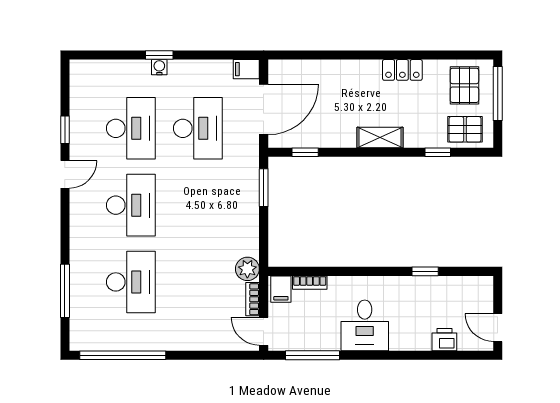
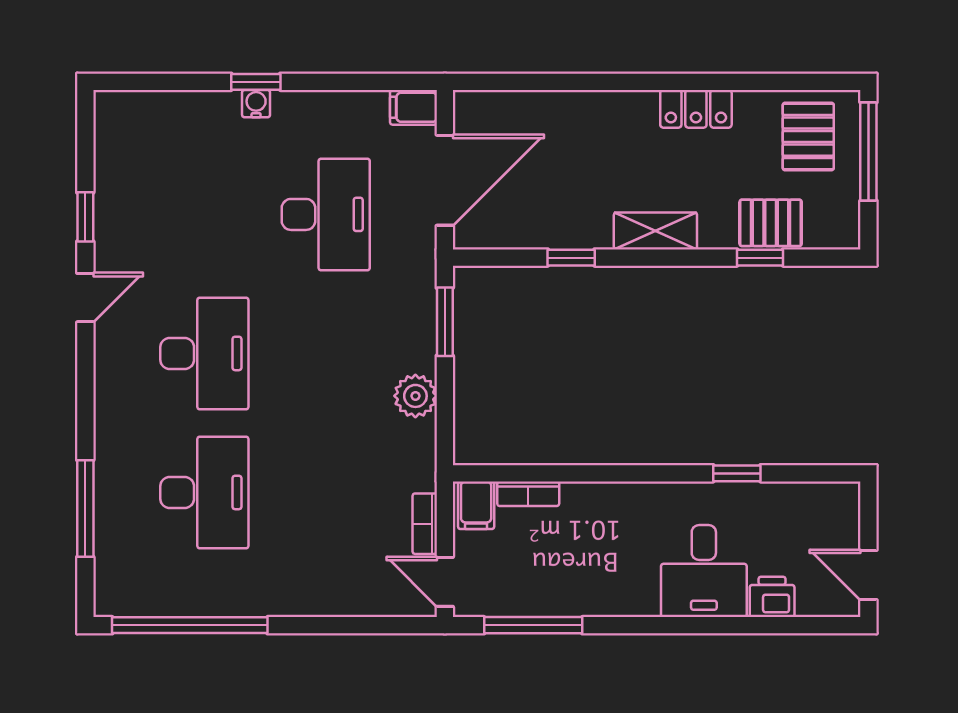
desk: (131, 128) -> (204, 214), removed
pallet: (465, 129) -> (771, 223), moved
window: (305, 152) -> (571, 258), moved
plant: (247, 269) -> (415, 396), moved
desk: (365, 325) -> (704, 571), moved

